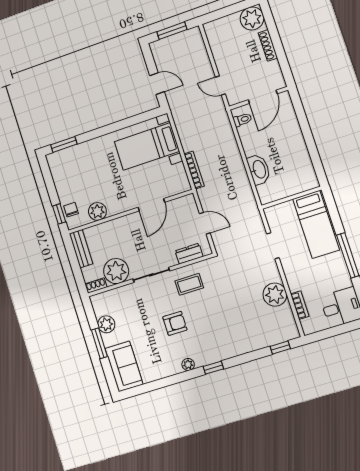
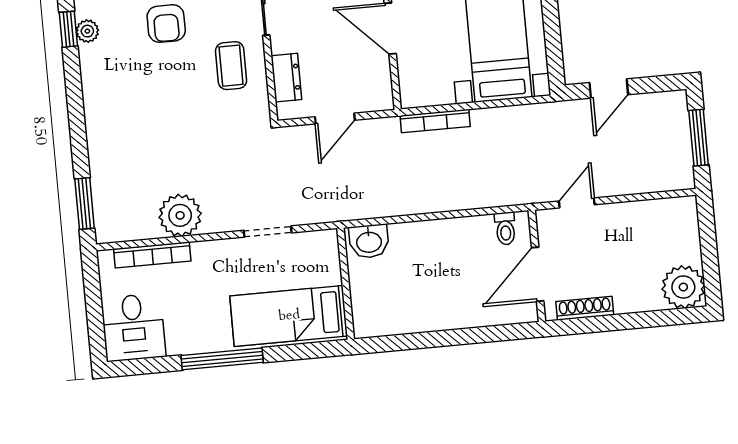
shoe rack: (268, 45) -> (585, 308), moved
door: (263, 97) -> (538, 274), hinge flipped
washbasin: (259, 169) -> (369, 241), moved, width x0.72
bookcase: (300, 305) -> (152, 255), width x1.56
window: (280, 348) -> (85, 204), width x1.50
window: (213, 368) -> (68, 29), moved

